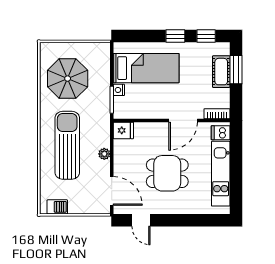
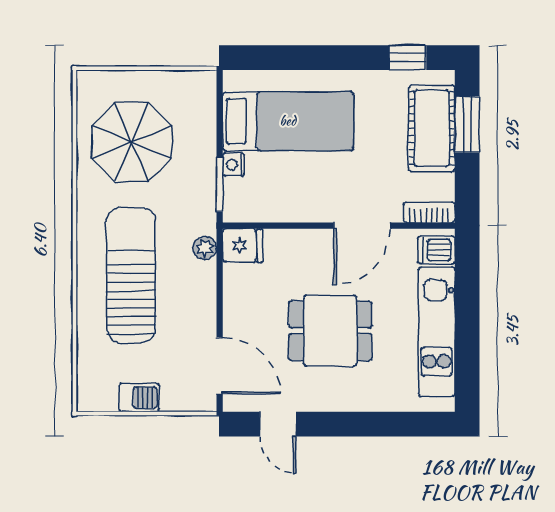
window: (175, 36) -> (346, 58), removed
cot: (221, 72) -> (432, 128), width x1.37, depth x1.34
plant: (104, 154) -> (205, 248), moved
barbecue: (57, 207) -> (139, 398), moved

